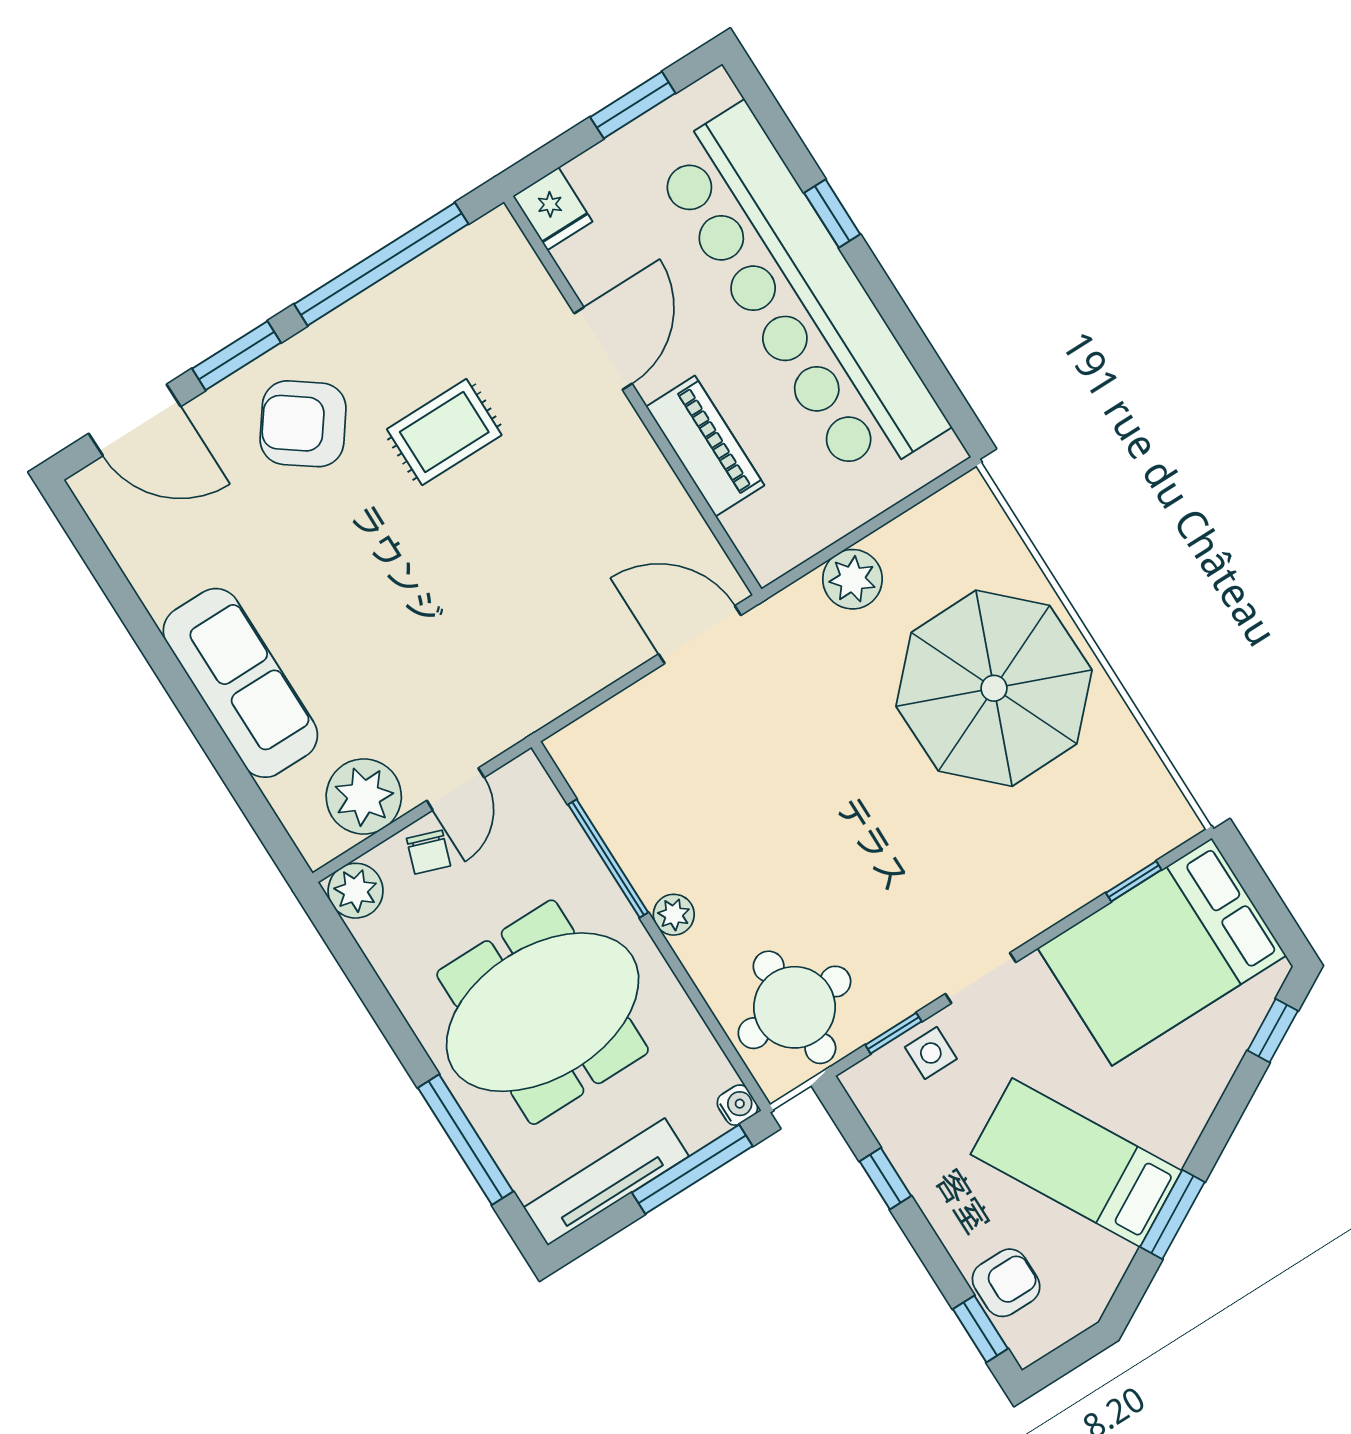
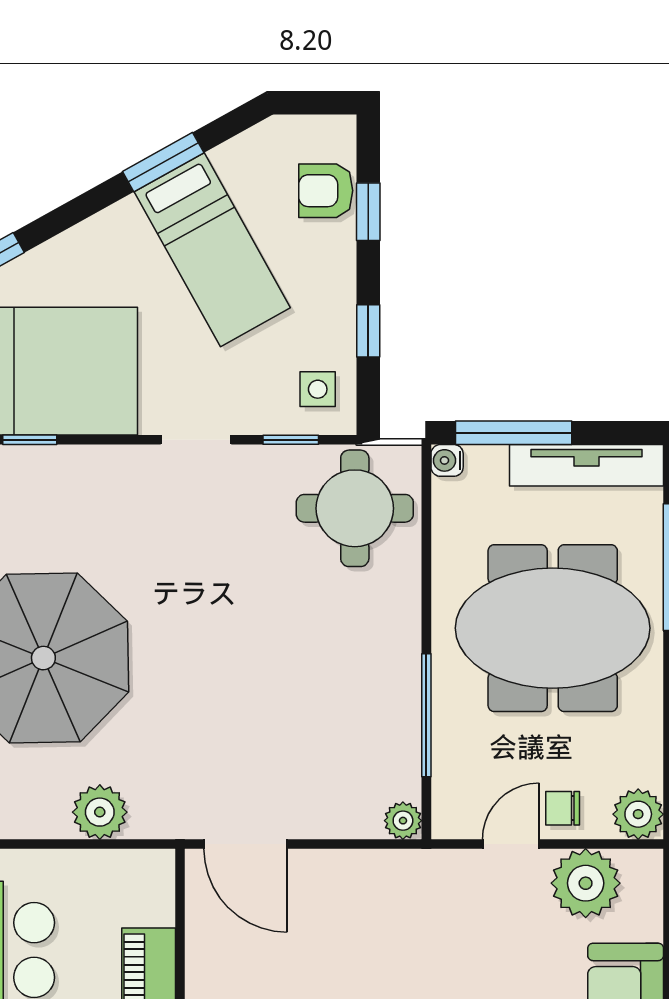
chair: (429, 852) -> (563, 808), turned -109
plant: (674, 915) -> (403, 821), moved
side table: (931, 1053) -> (318, 389), moved
window: (980, 1329) -> (368, 212), moved

